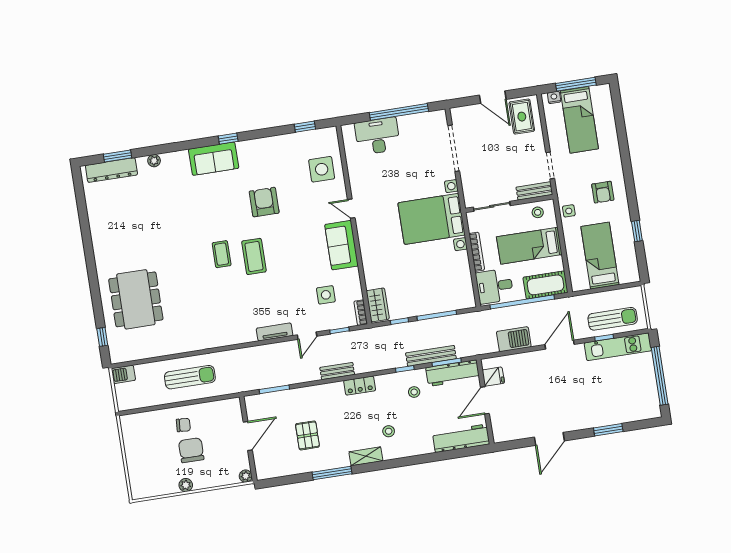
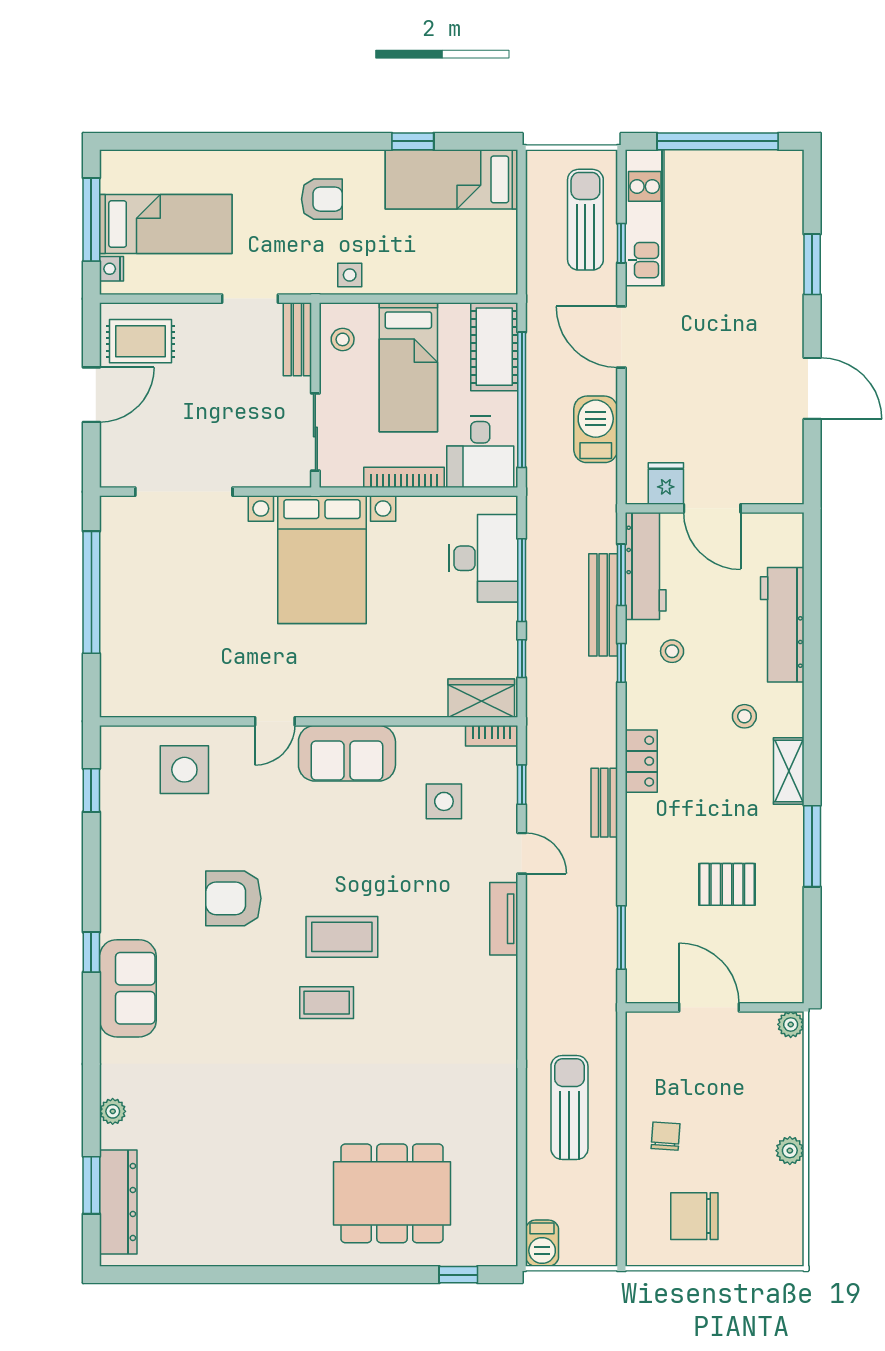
desk: (377, 136) -> (483, 558), moved, turned 180
bed: (600, 256) -> (451, 179), moved
workbench: (461, 438) -> (782, 625), moved
chair: (191, 450) -> (694, 1216), moved

